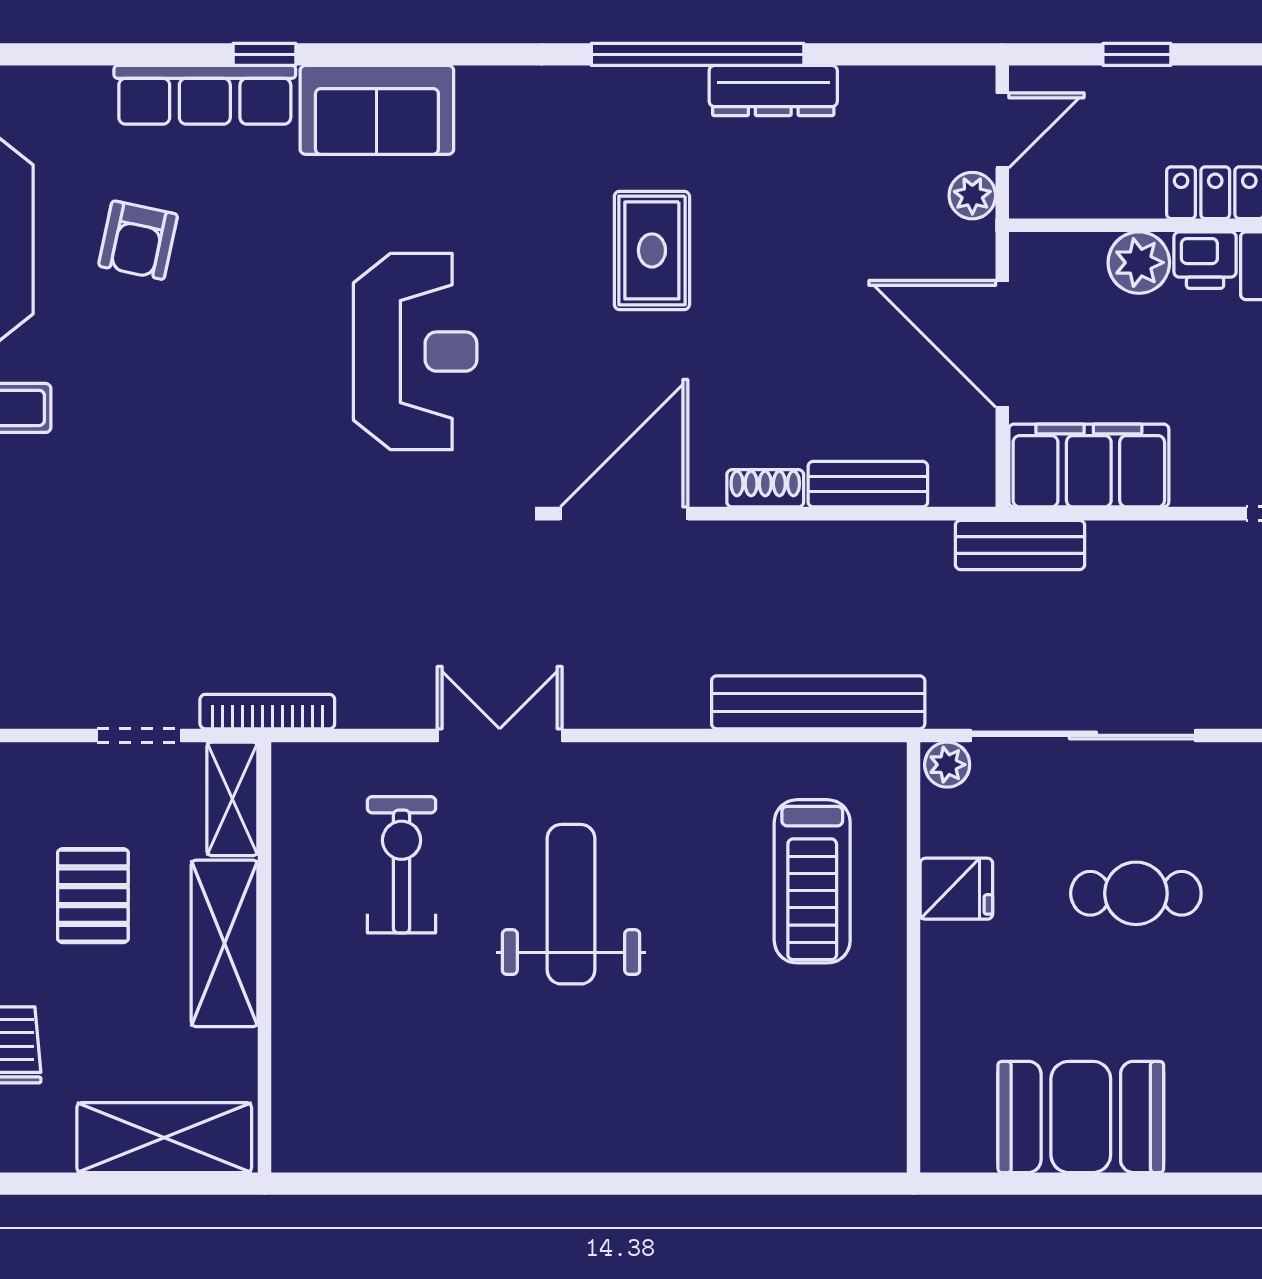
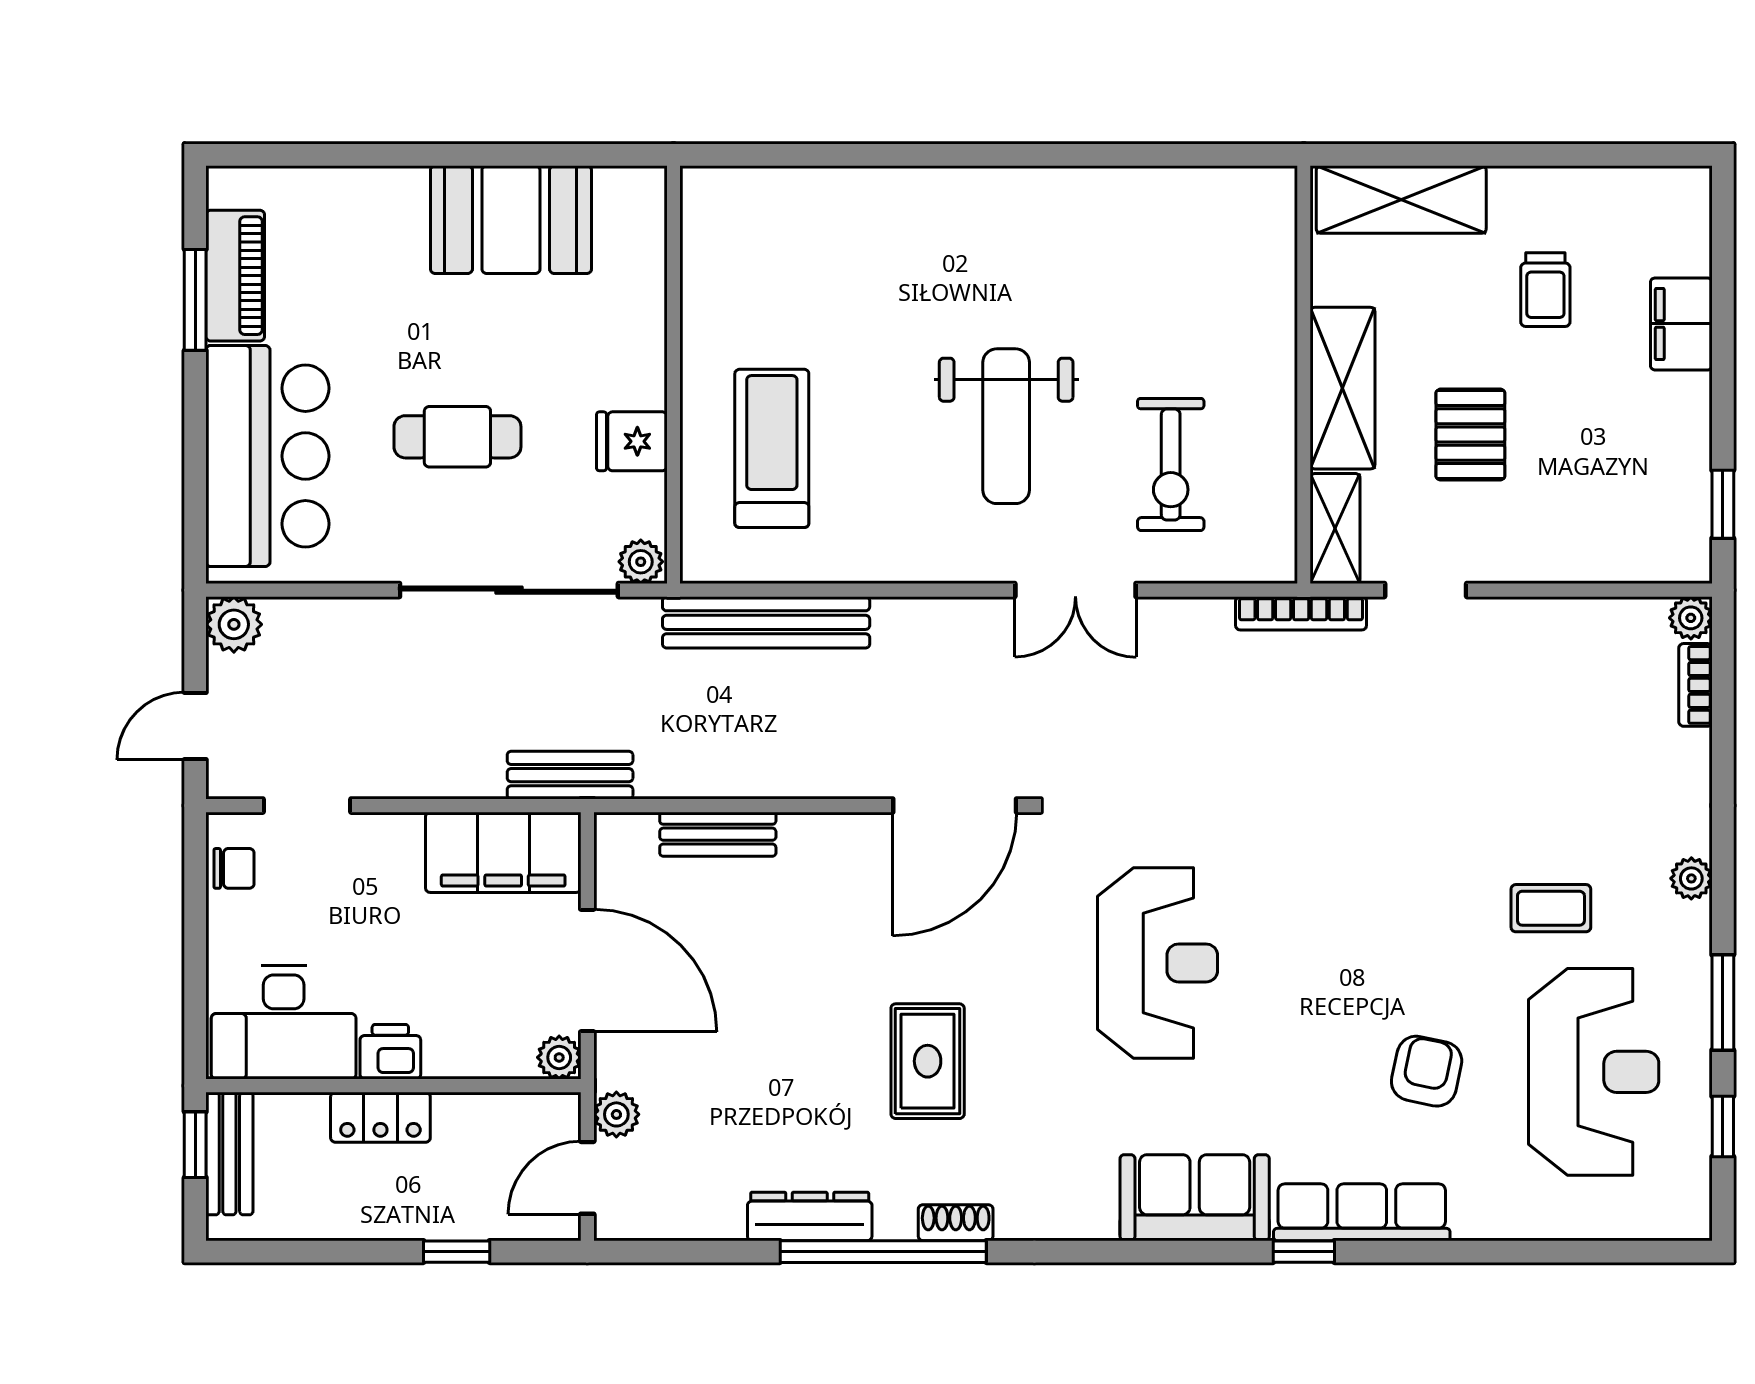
plant: (1139, 263) -> (559, 1057), moved, width x0.73, depth x0.73
reception desk: (415, 352) -> (1157, 963), turned 180
shoe rack: (765, 488) -> (956, 1223), moved, turned 180

